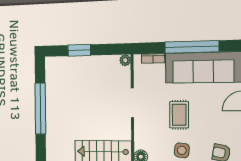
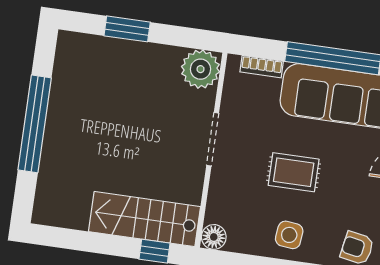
plant: (125, 60) -> (200, 69), width x1.88, depth x1.88
rug: (179, 115) -> (294, 172), turned 90

